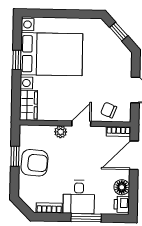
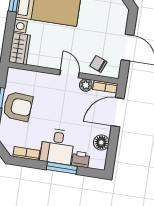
door: (81, 124) -> (70, 74), hinge flipped
plant: (61, 132) -> (86, 85), moved
printer: (122, 204) -> (81, 159), moved, turned 90

